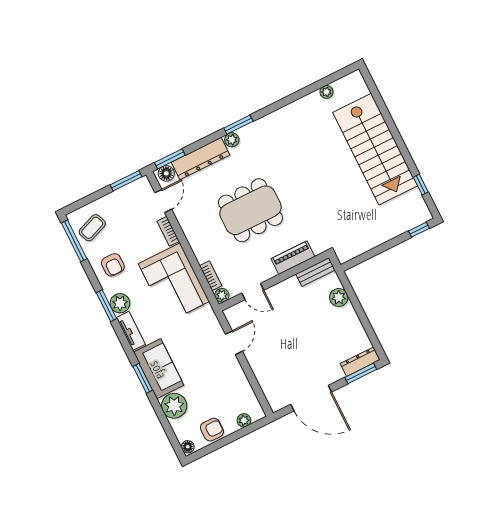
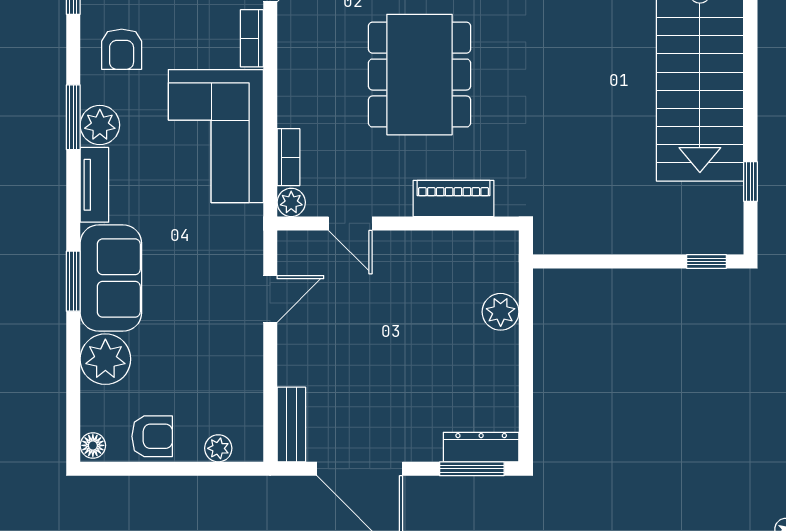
dining table: (250, 210) -> (419, 75), turned 90
bench: (315, 272) -> (291, 425), moved, turned 90

